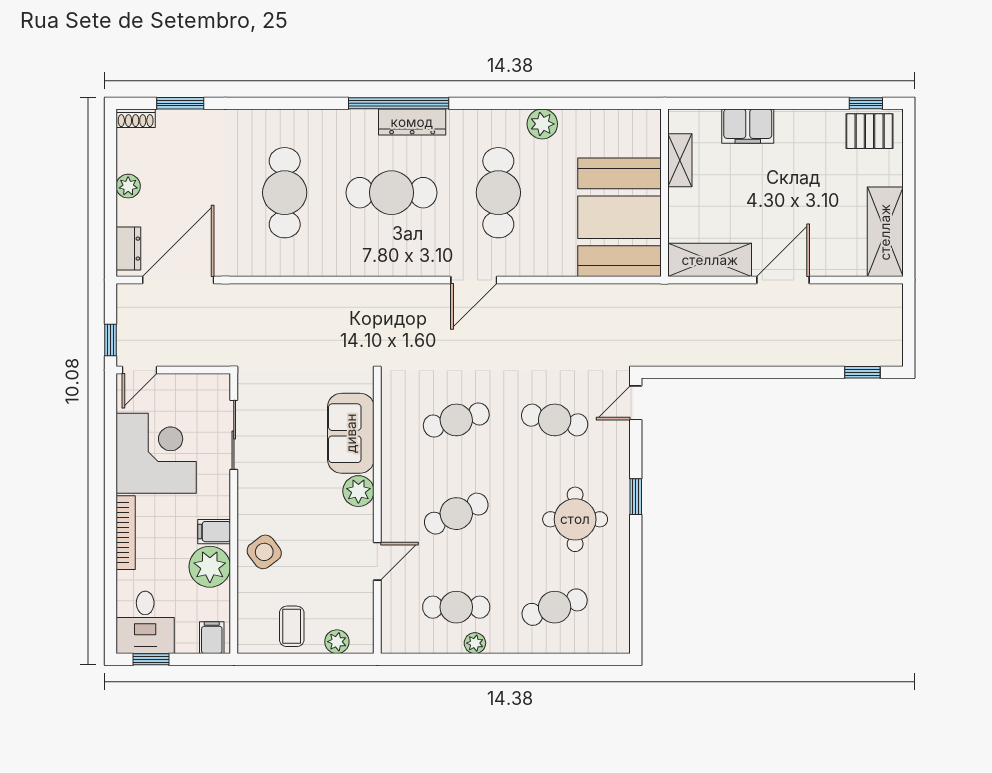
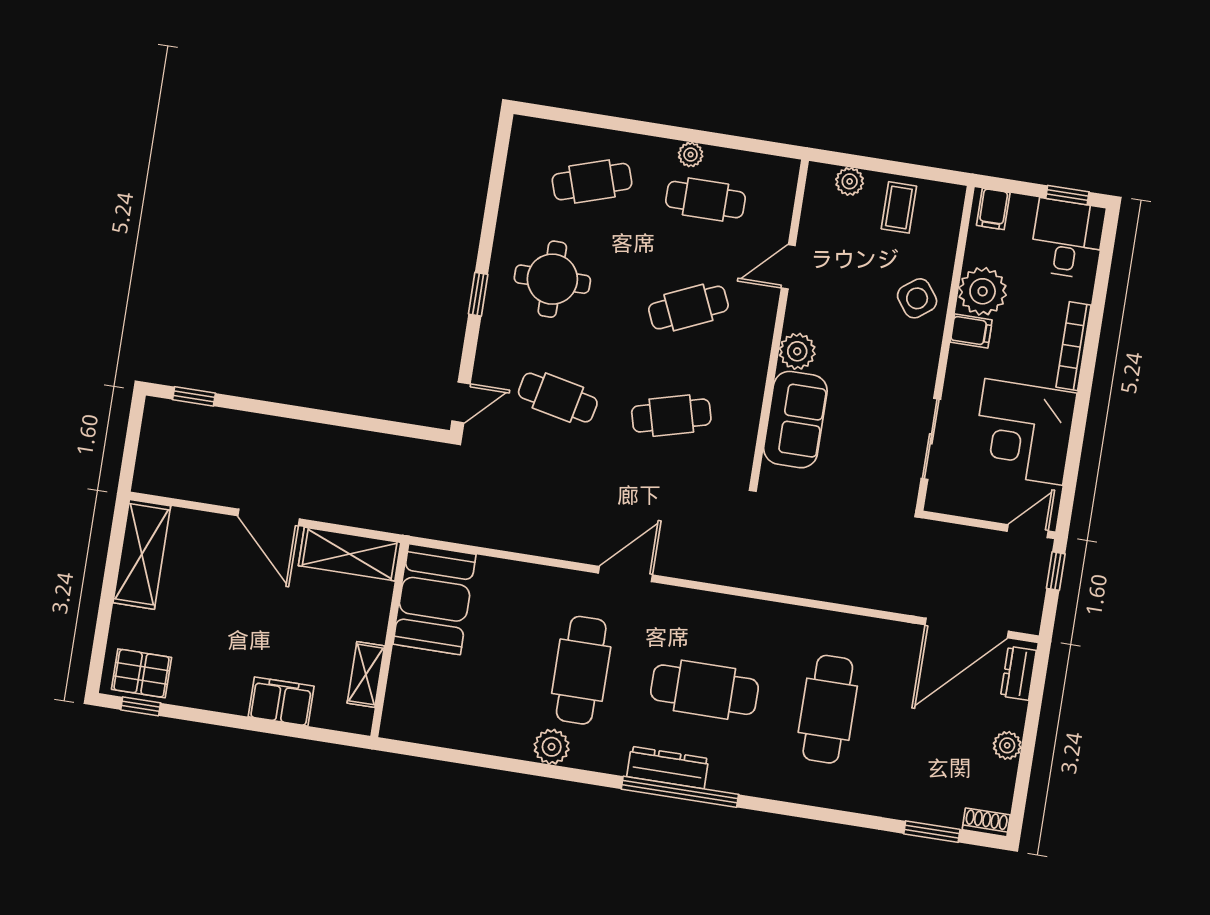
plant: (542, 124) -> (552, 747), moved
booth: (619, 217) -> (434, 599), width x0.73, depth x0.70
door: (783, 280) -> (269, 517), hinge flipped

